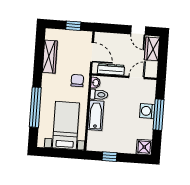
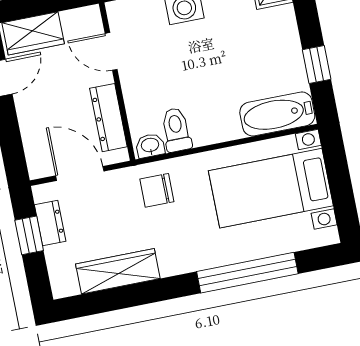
dresser: (76, 35) -> (50, 223), added
door: (92, 52) -> (80, 173), hinge flipped
bathtub: (96, 115) -> (277, 114), moved

